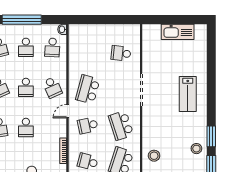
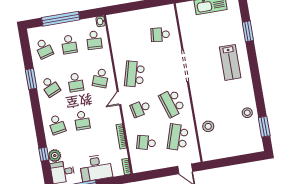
school desk: (52, 87) -> (101, 78), turned 45
window: (211, 136) -> (248, 31), moved

